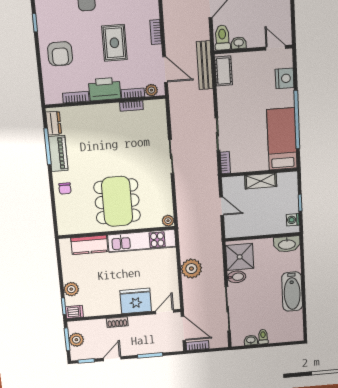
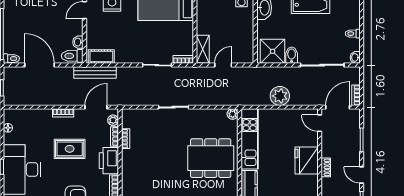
shelving: (261, 181) -> (203, 49), moved
fridge: (136, 301) -> (307, 161), moved
washbasin: (251, 340) -> (355, 57), moved

